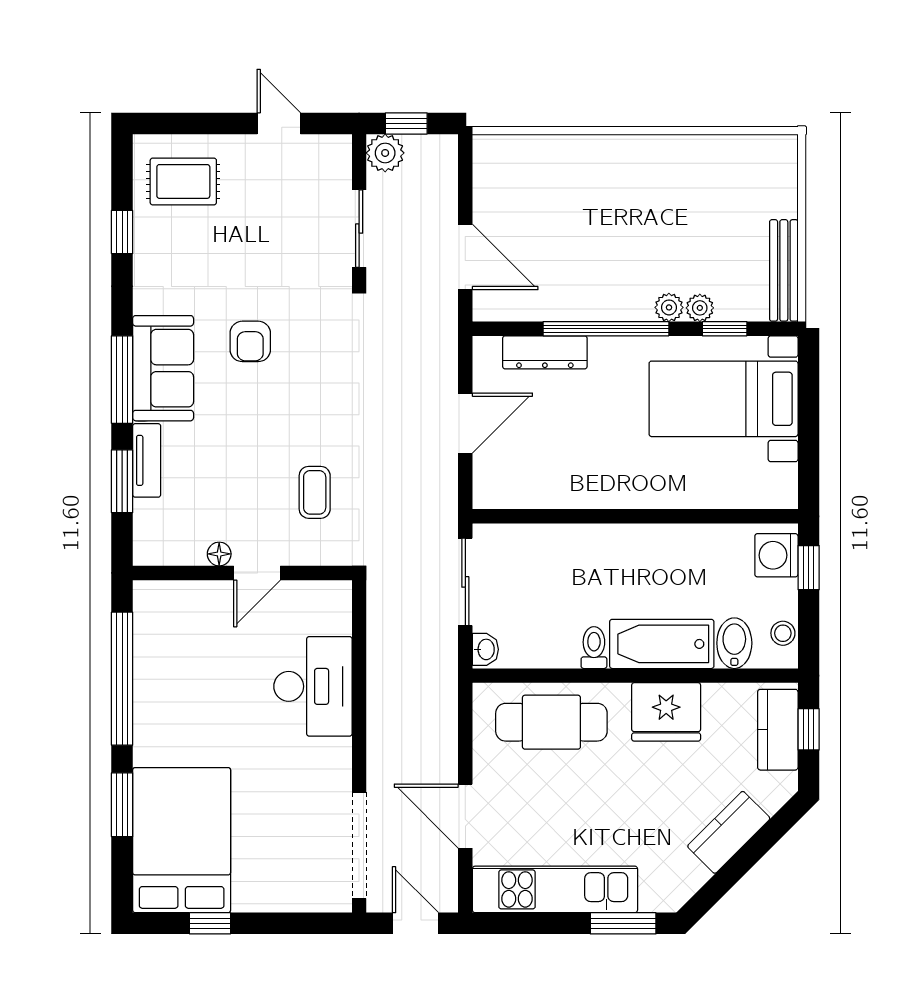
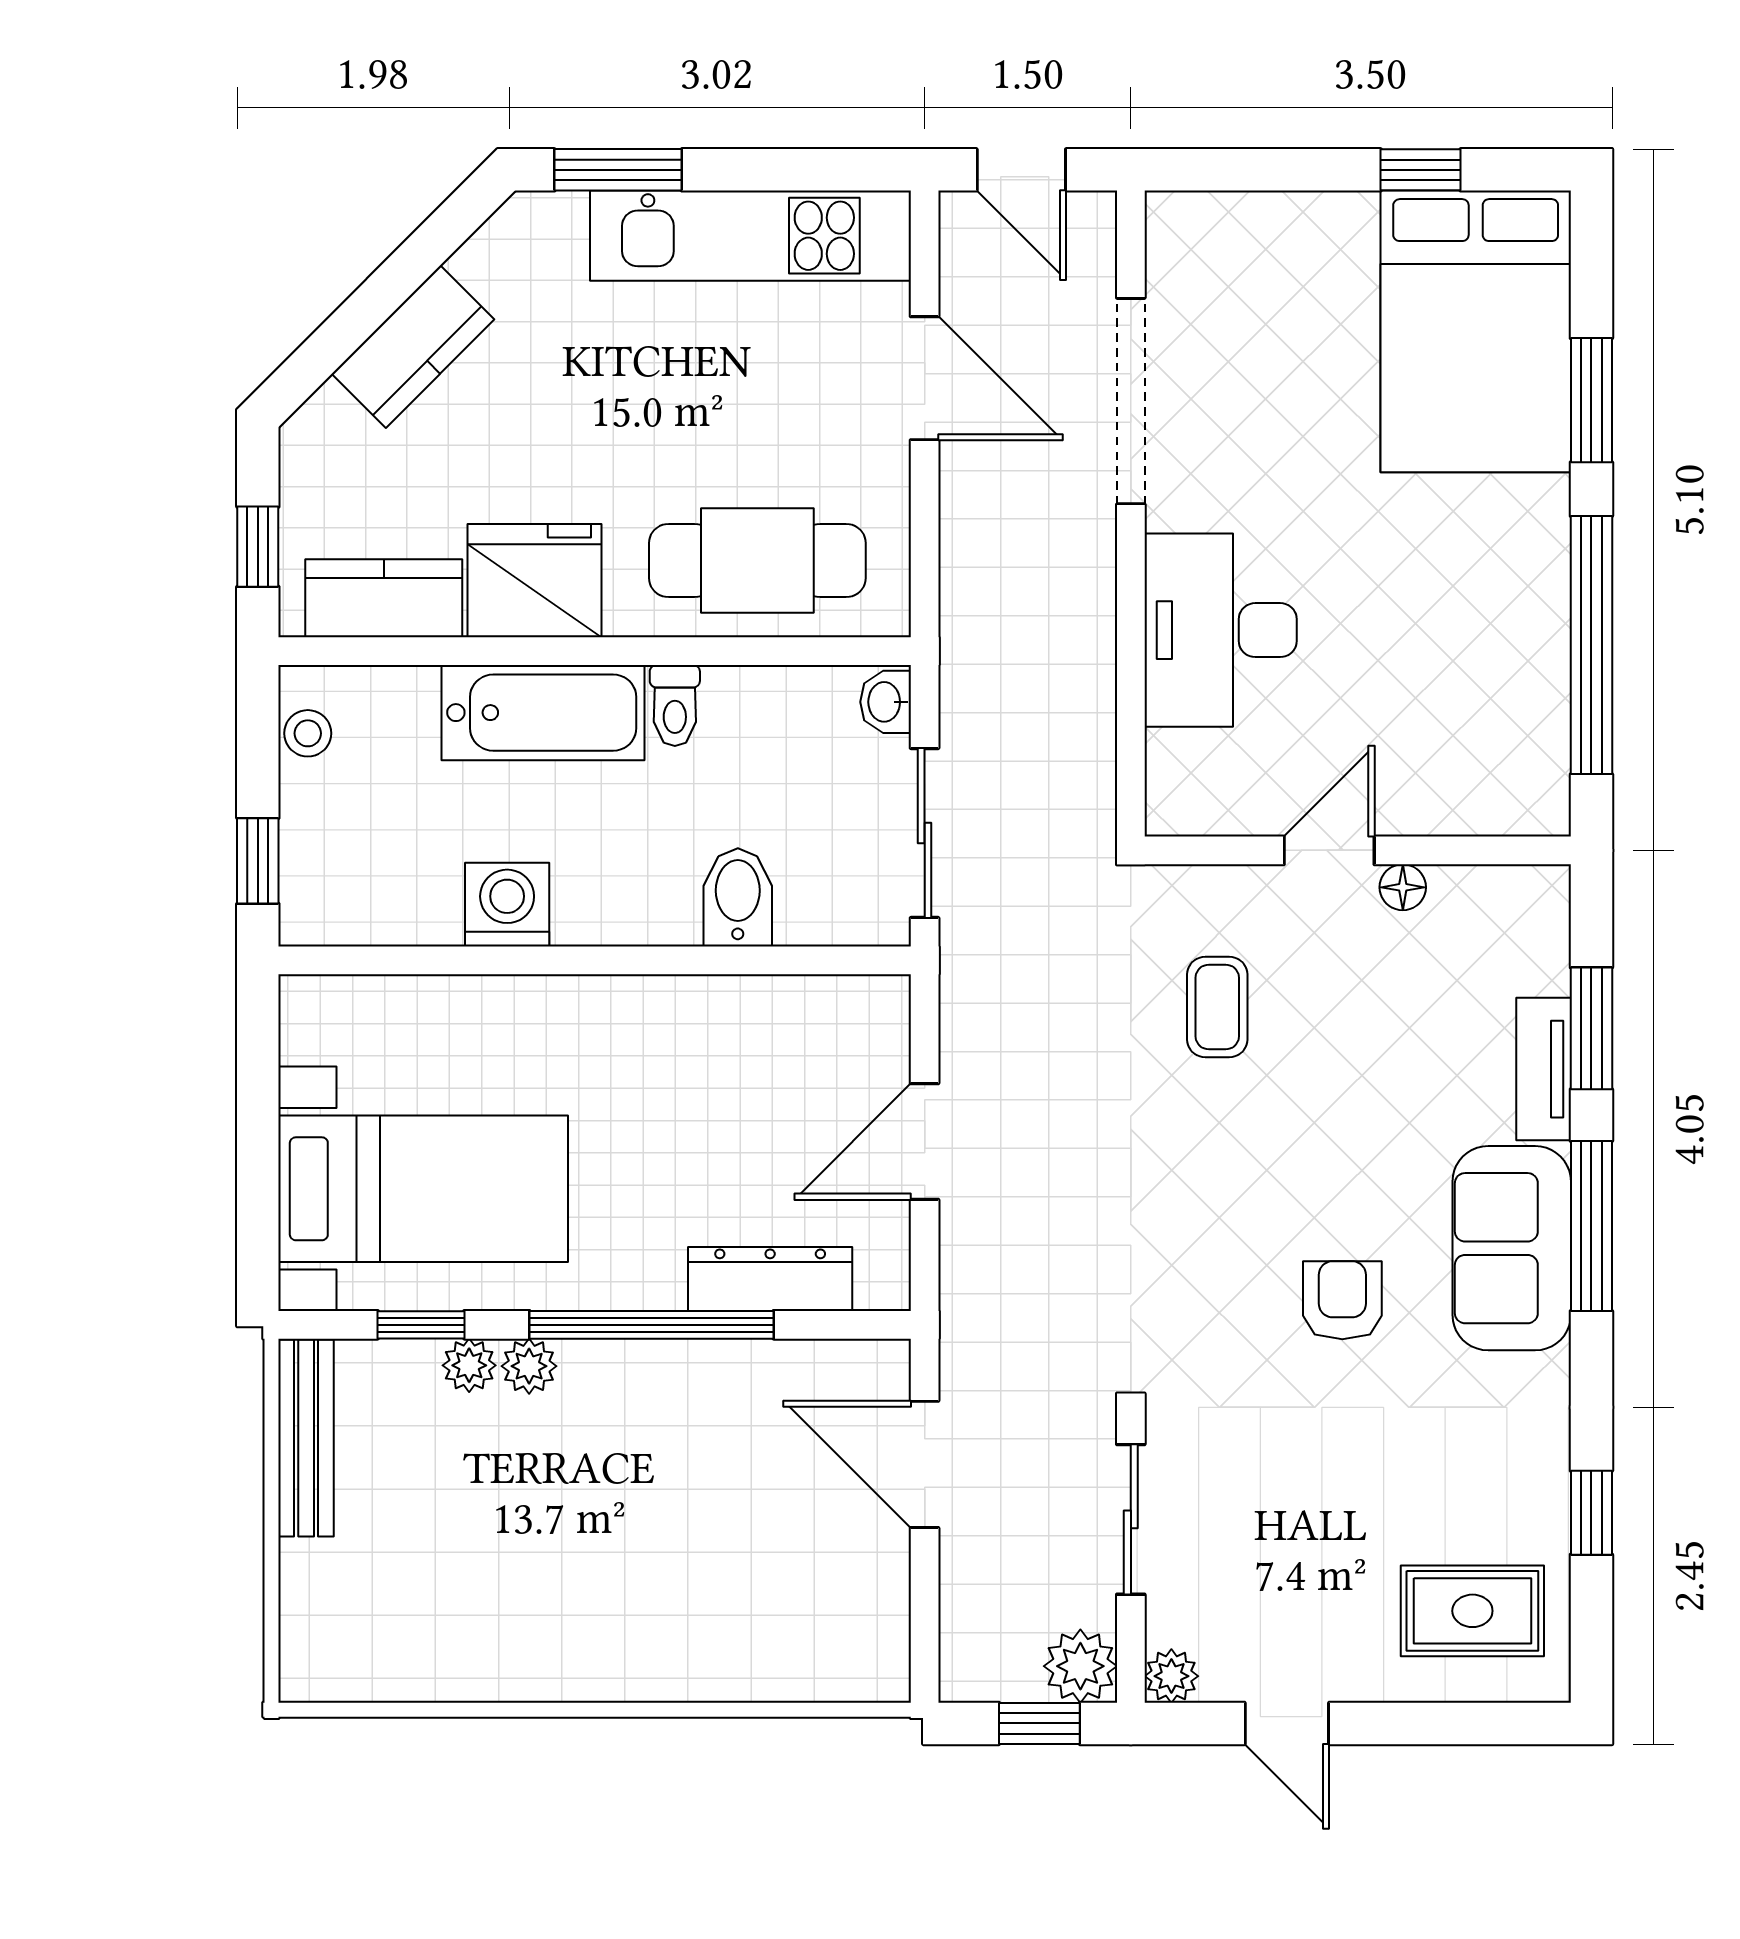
plant: (338, 148) -> (1171, 1676), added
washing machine: (776, 555) -> (507, 905), moved, turned -90
bidet: (734, 643) -> (738, 897), moved, turned 180
kitchen counter: (778, 730) -> (384, 598), moved, turned -90
doorway: (359, 845) -> (1131, 401), moved

